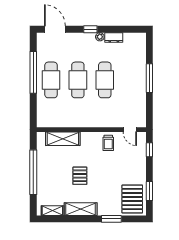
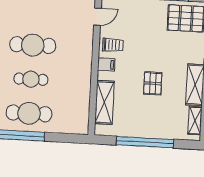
cafe table: (78, 80) -> (31, 79), width x0.73, depth x0.74
filing cabinet: (93, 139) -> (106, 65), added
pallet: (80, 176) -> (153, 83), turned 90

